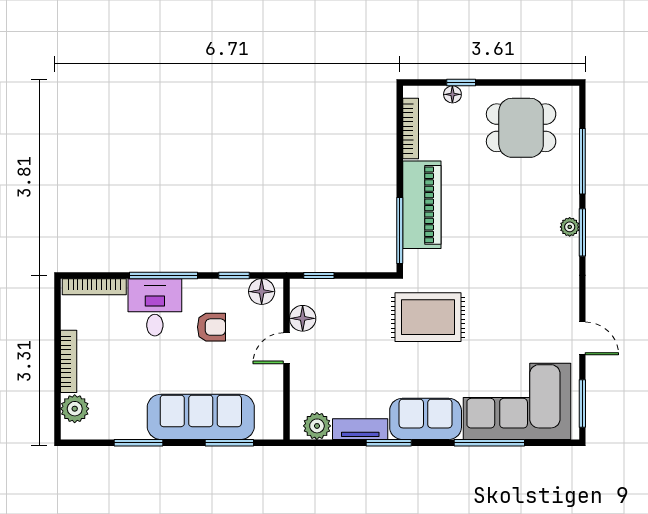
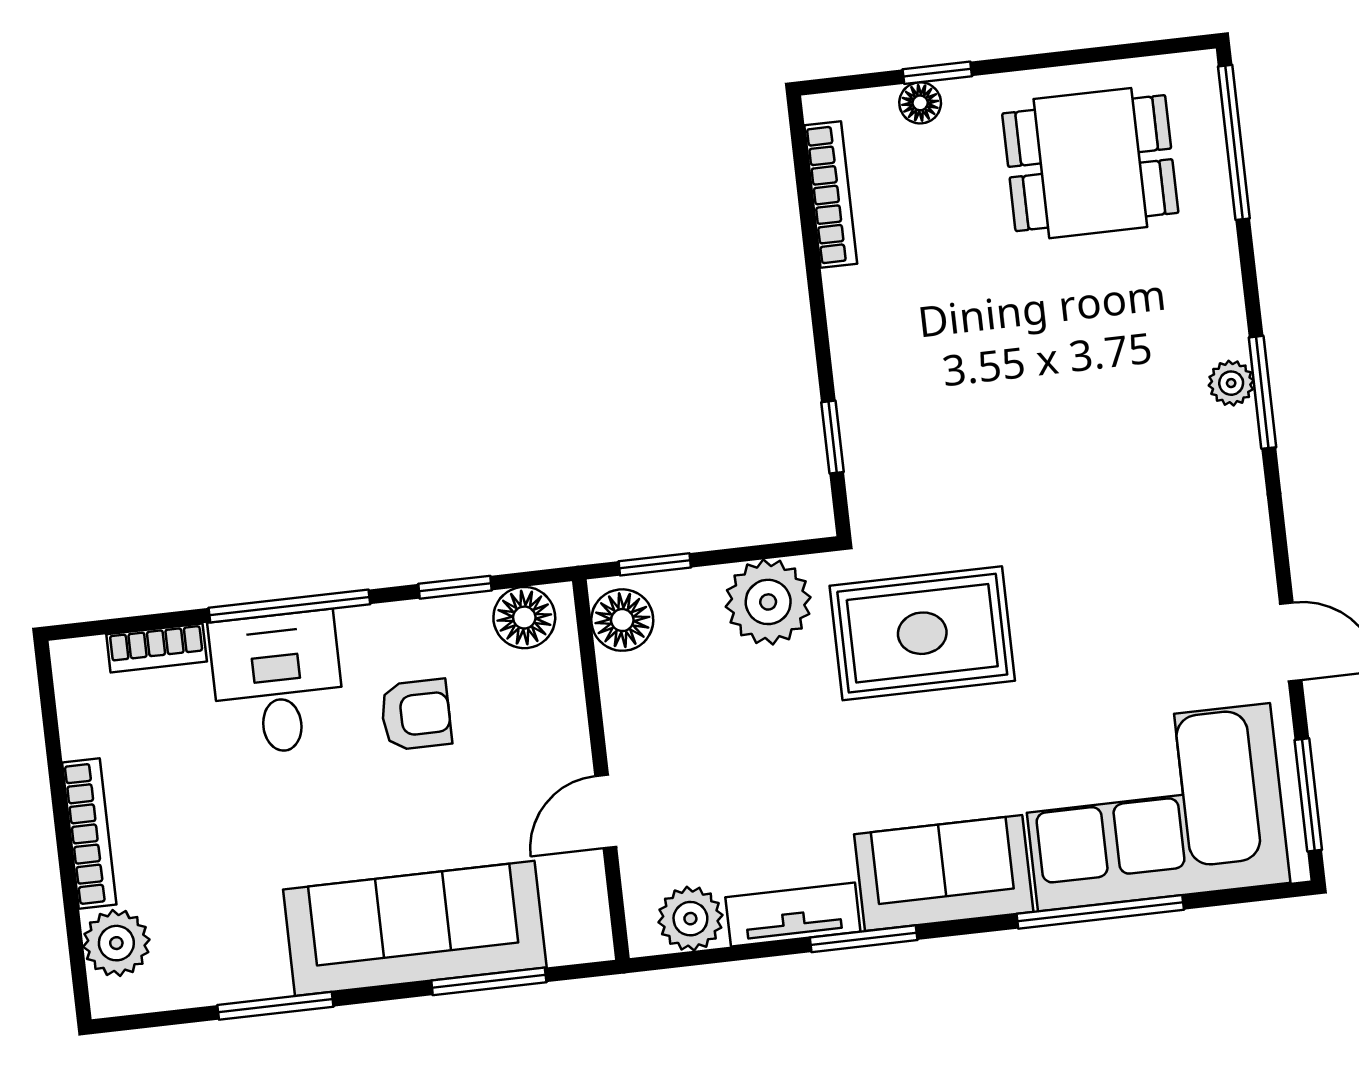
window: (582, 161) -> (1234, 142), moved
piano: (422, 205) -> (878, 371), removed
window: (400, 230) -> (833, 437), width x0.46
bookcase: (94, 287) -> (157, 648), width x0.64
plant: (365, 297) -> (768, 602), added
floor lamp: (303, 318) -> (622, 620), moved
door: (287, 348) -> (606, 812), moved

